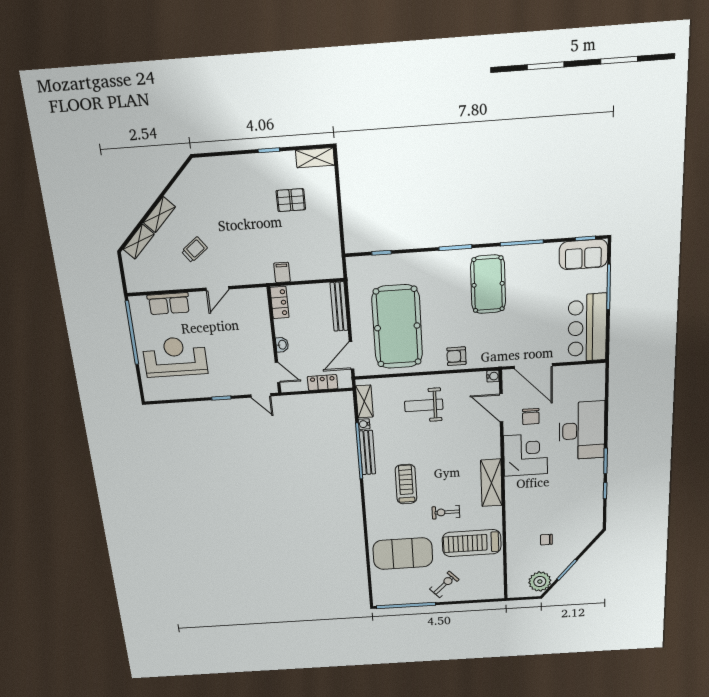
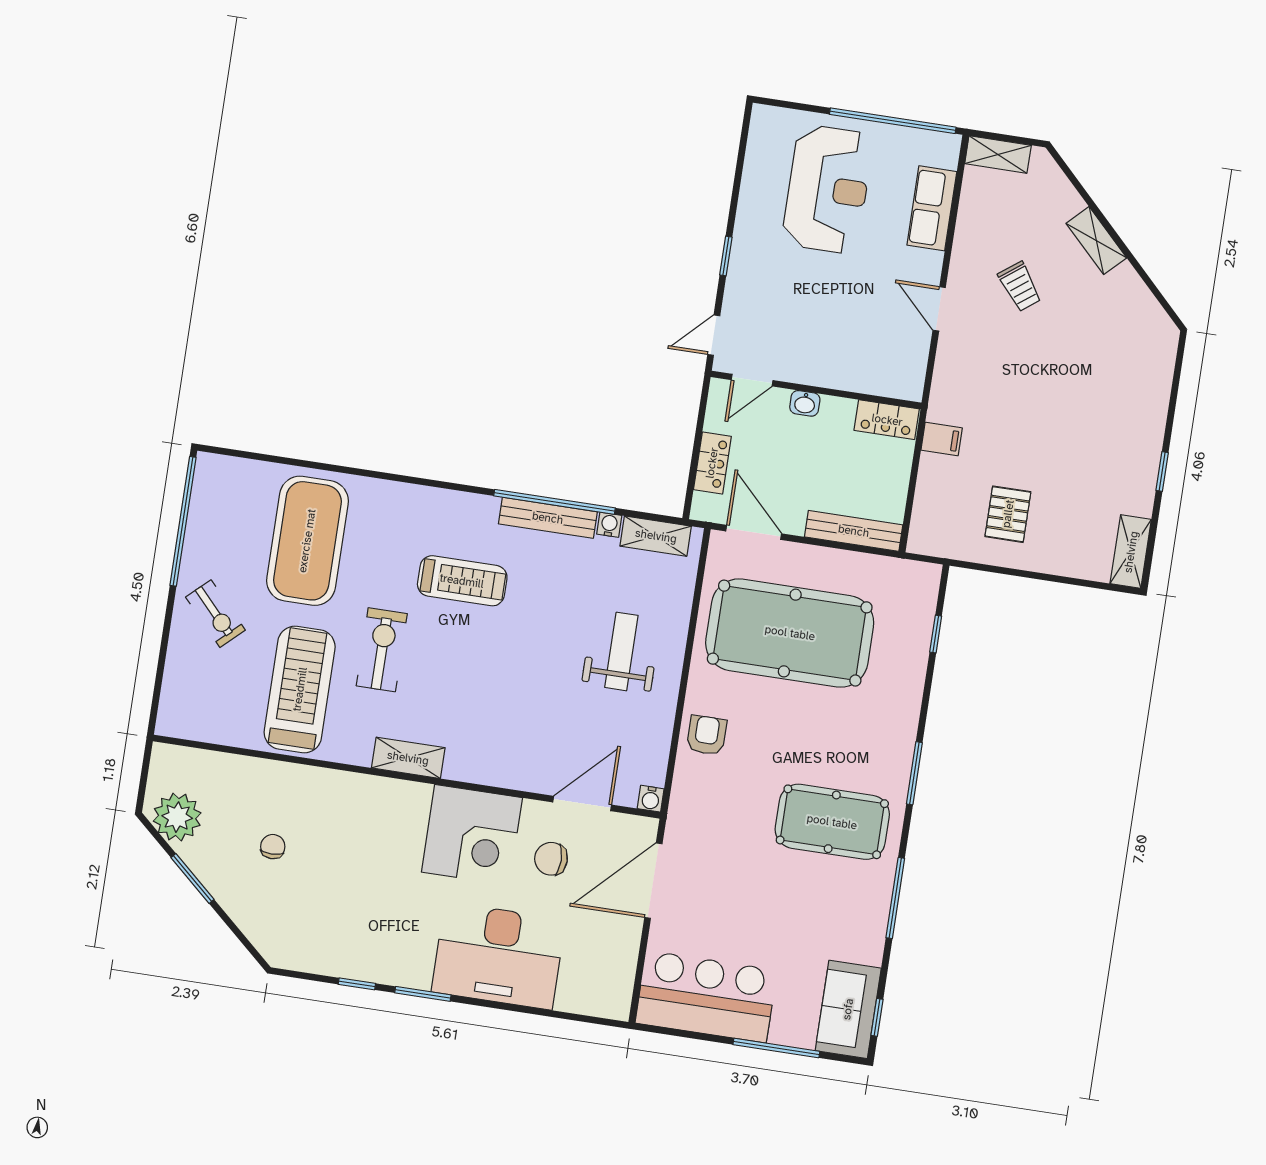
pallet: (291, 200) -> (1008, 514), moved
shelving: (139, 242) -> (998, 155), moved, turned -45
shelving: (491, 483) -> (408, 758), width x0.67, depth x0.75
exercise bike: (446, 512) -> (382, 650), width x1.38, depth x1.39

